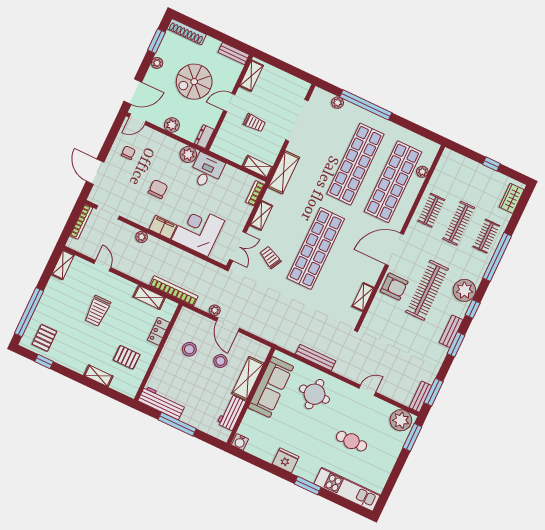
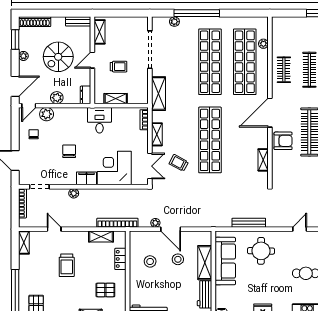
plant: (188, 154) -> (47, 114), moved
shelving: (258, 167) -> (116, 99), moved

